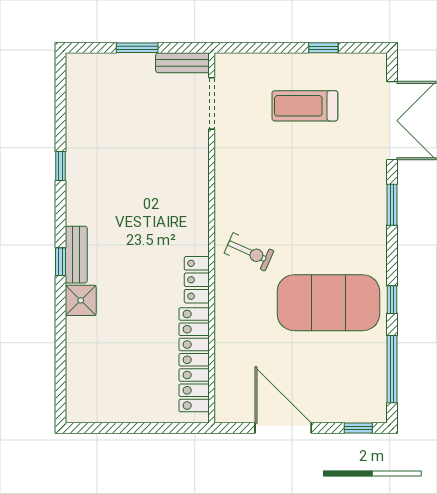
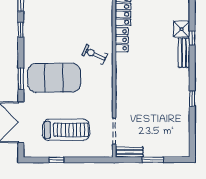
treadmill: (305, 106) -> (66, 130), width x1.37, depth x1.38
window: (61, 262) -> (192, 38), moved
exercise mat: (328, 303) -> (54, 78), moved

